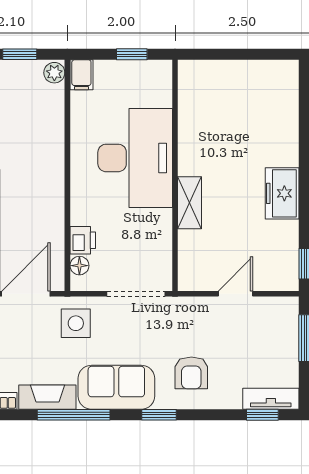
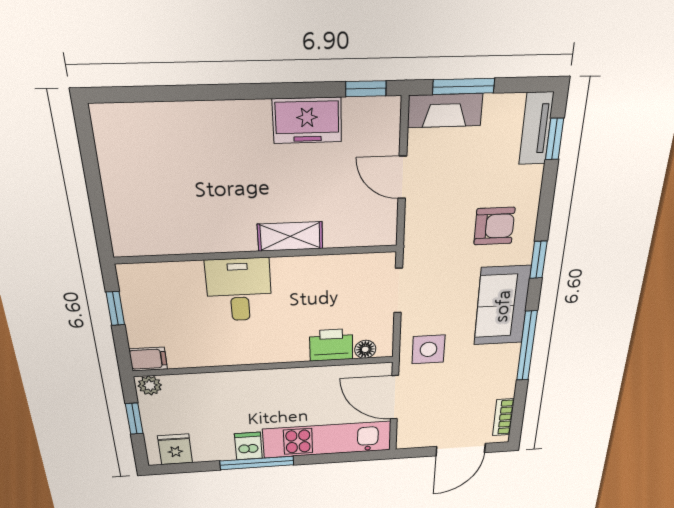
desk: (135, 158) -> (239, 290), width x0.53, depth x0.77
freezer: (282, 193) -> (307, 121), moved
printer: (83, 240) -> (331, 345), width x1.36, depth x1.24
doorway: (136, 294) -> (398, 291), width x0.73
fireplace: (47, 397) -> (445, 111), moved, turned -90

